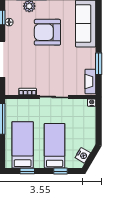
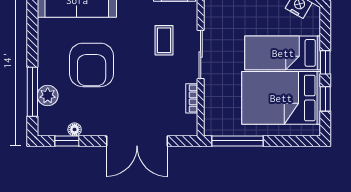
coffee table: (62, 75) -> (164, 40), added
bed: (23, 145) -> (281, 98), width x1.50
window: (61, 171) -> (325, 62), moved

